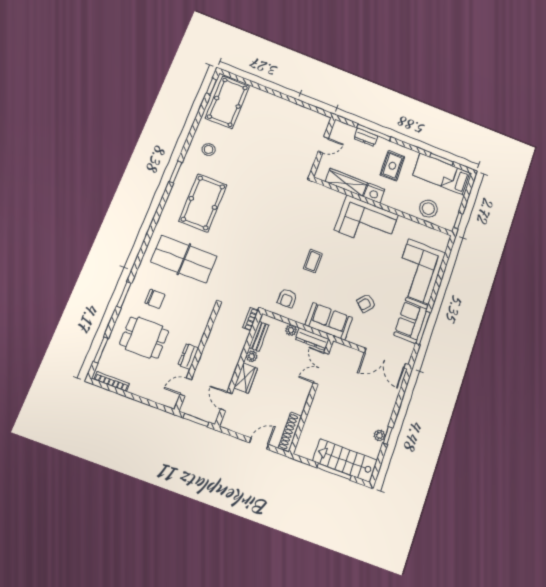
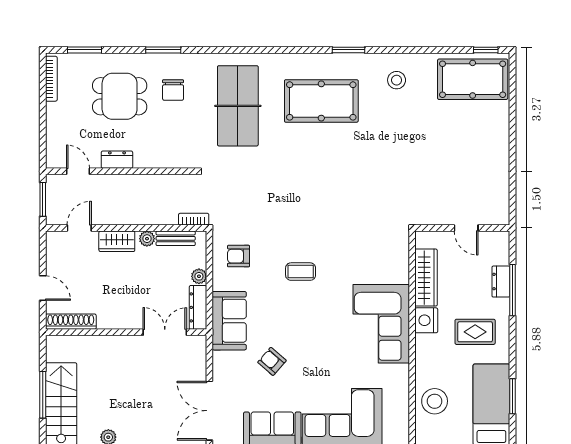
dining table: (144, 338) -> (120, 96), turned 90

